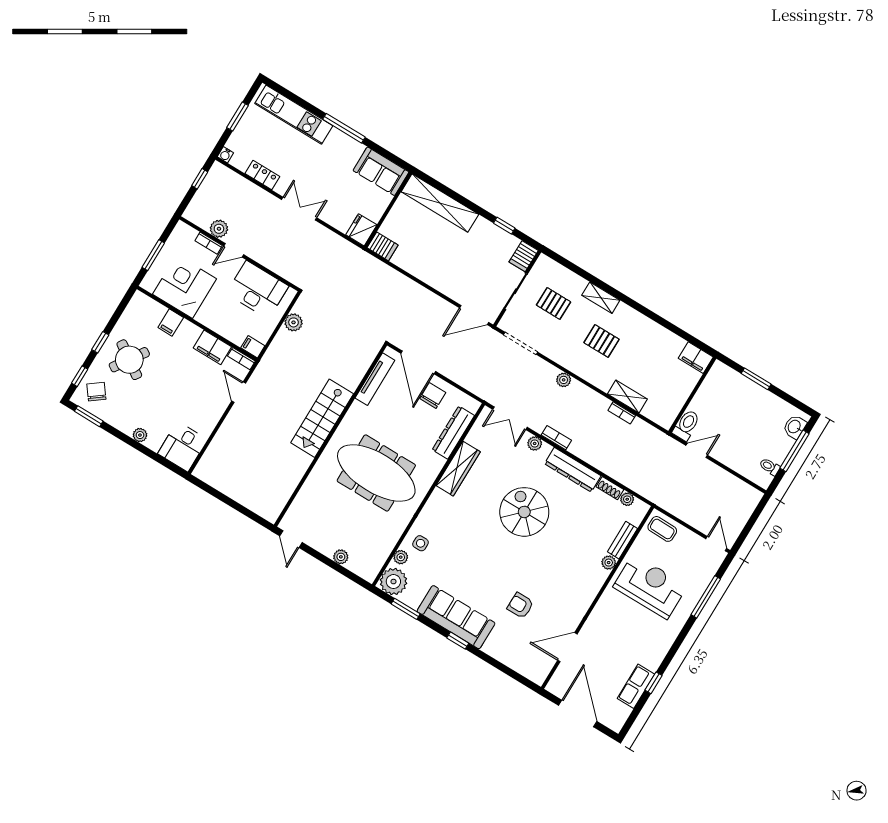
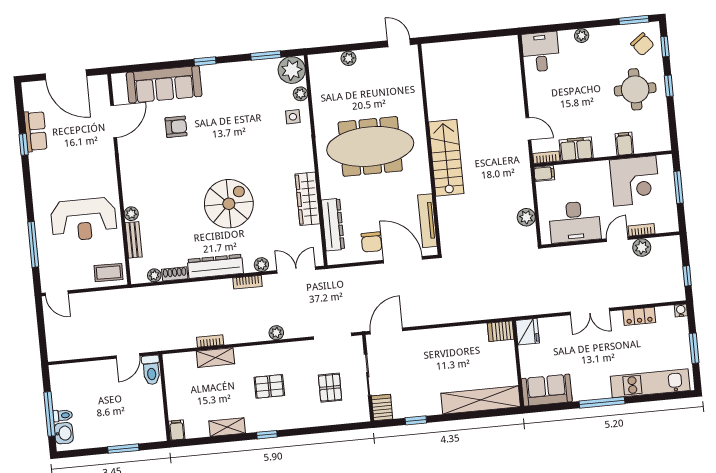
shelving: (601, 298) -> (227, 427), moved
pallet: (553, 303) -> (330, 388), turned 90
window: (632, 304) -> (267, 435), added
filing cabinet: (696, 358) -> (177, 430), width x0.50
round table: (129, 360) -> (635, 89), turned -34
toilet: (770, 467) -> (63, 415), moved
spiral stairs: (524, 512) -> (229, 204), turned -90
sofa: (456, 617) -> (164, 84), moved

